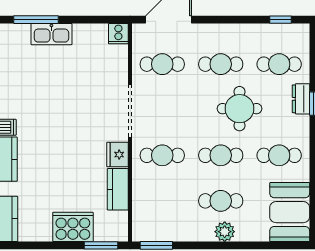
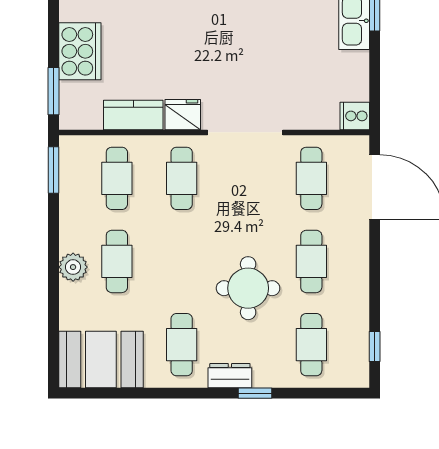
dresser: (301, 99) -> (230, 376), moved
cafe table: (221, 155) -> (117, 178), moved

